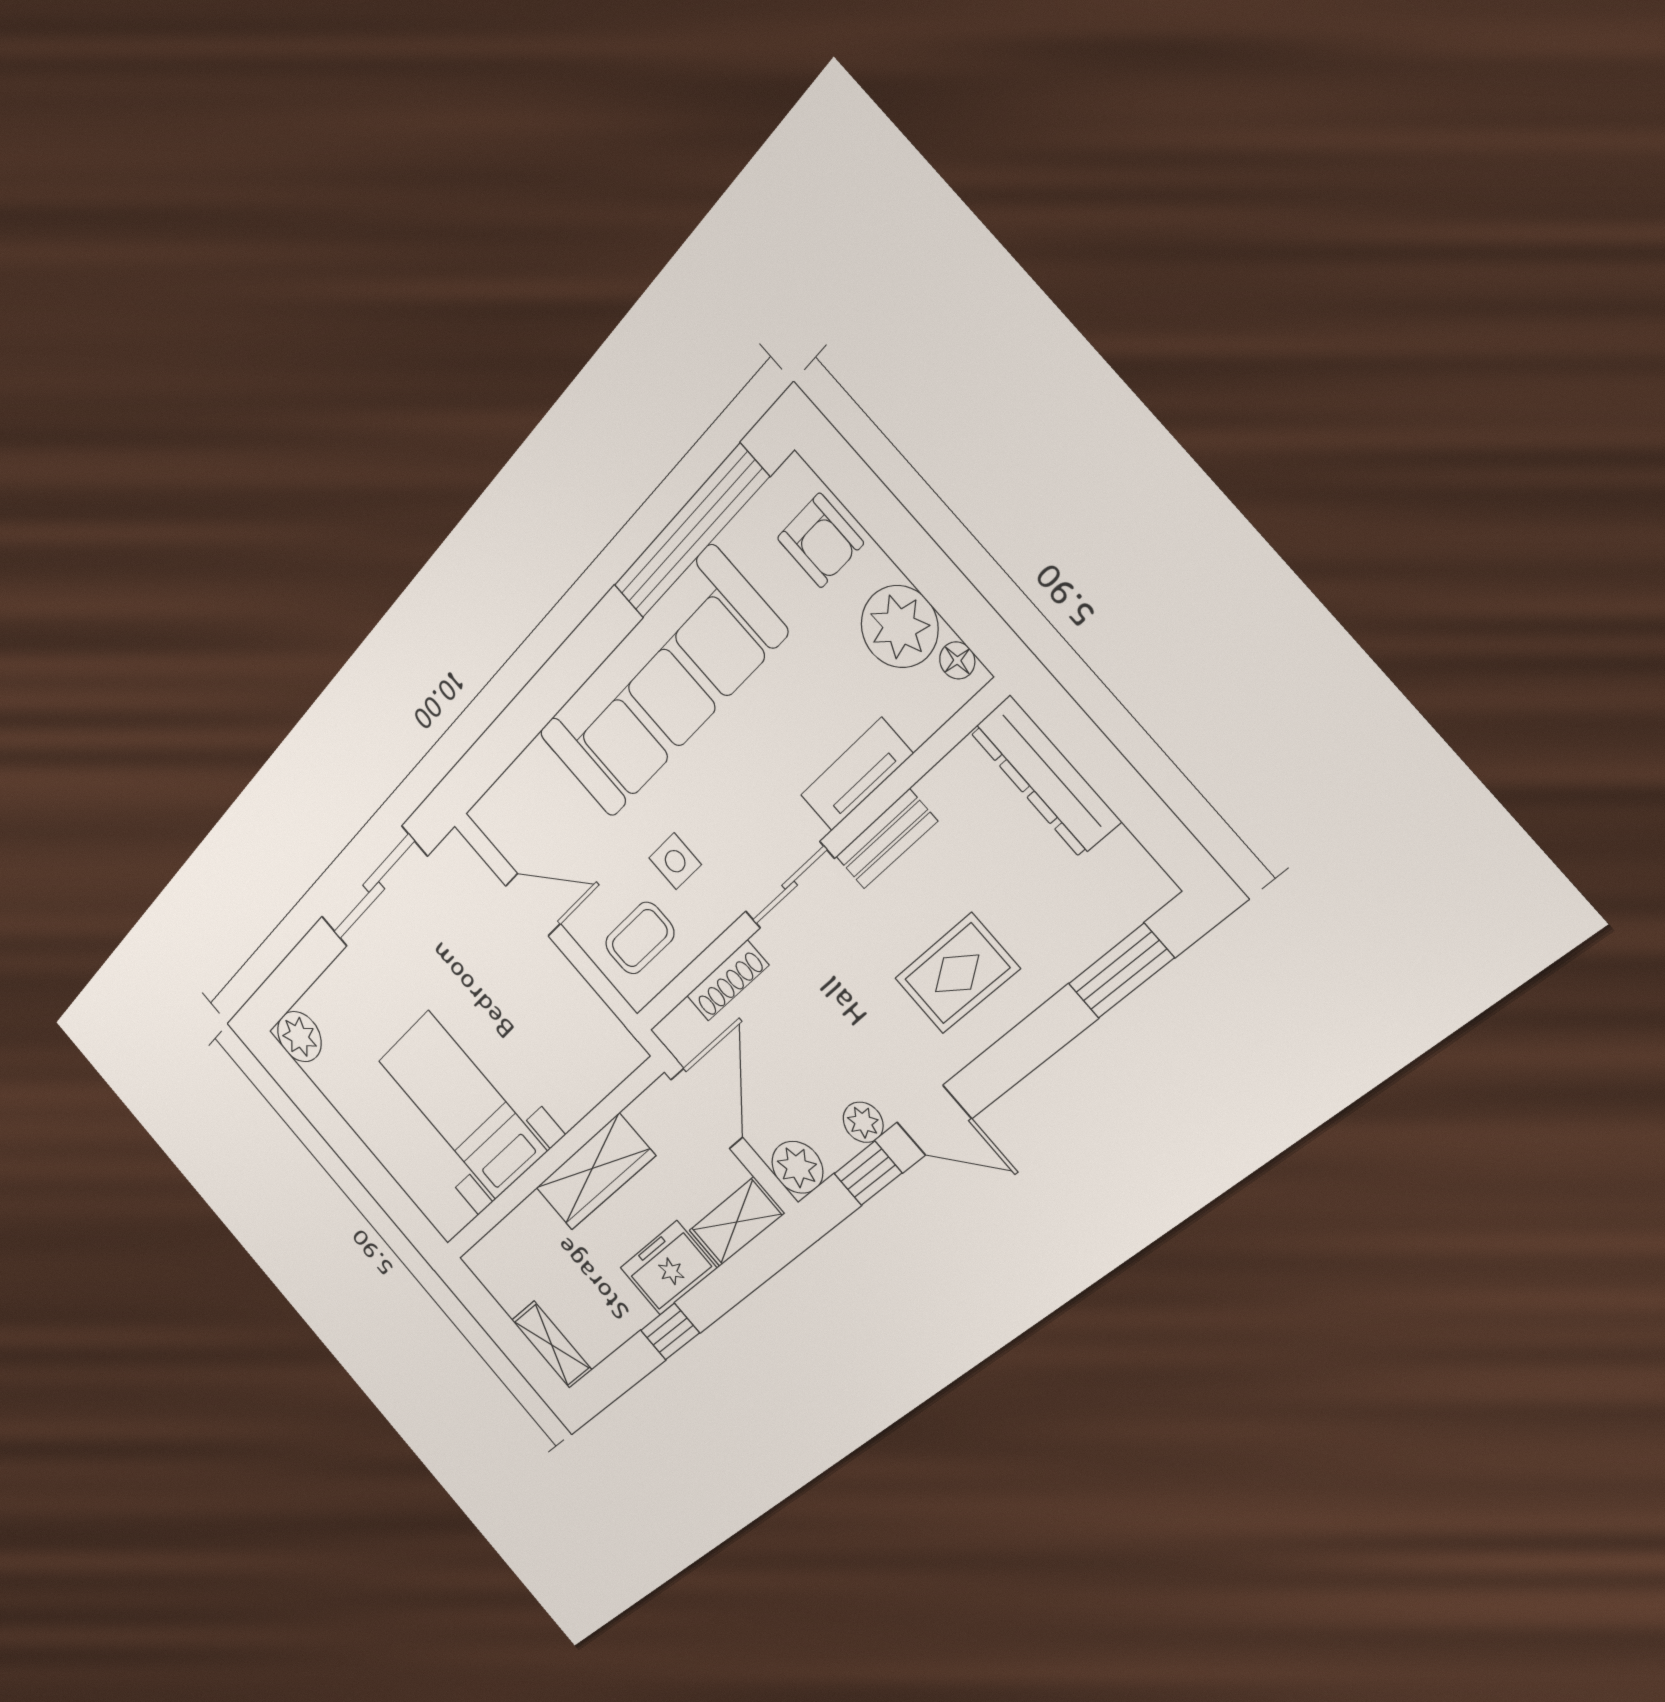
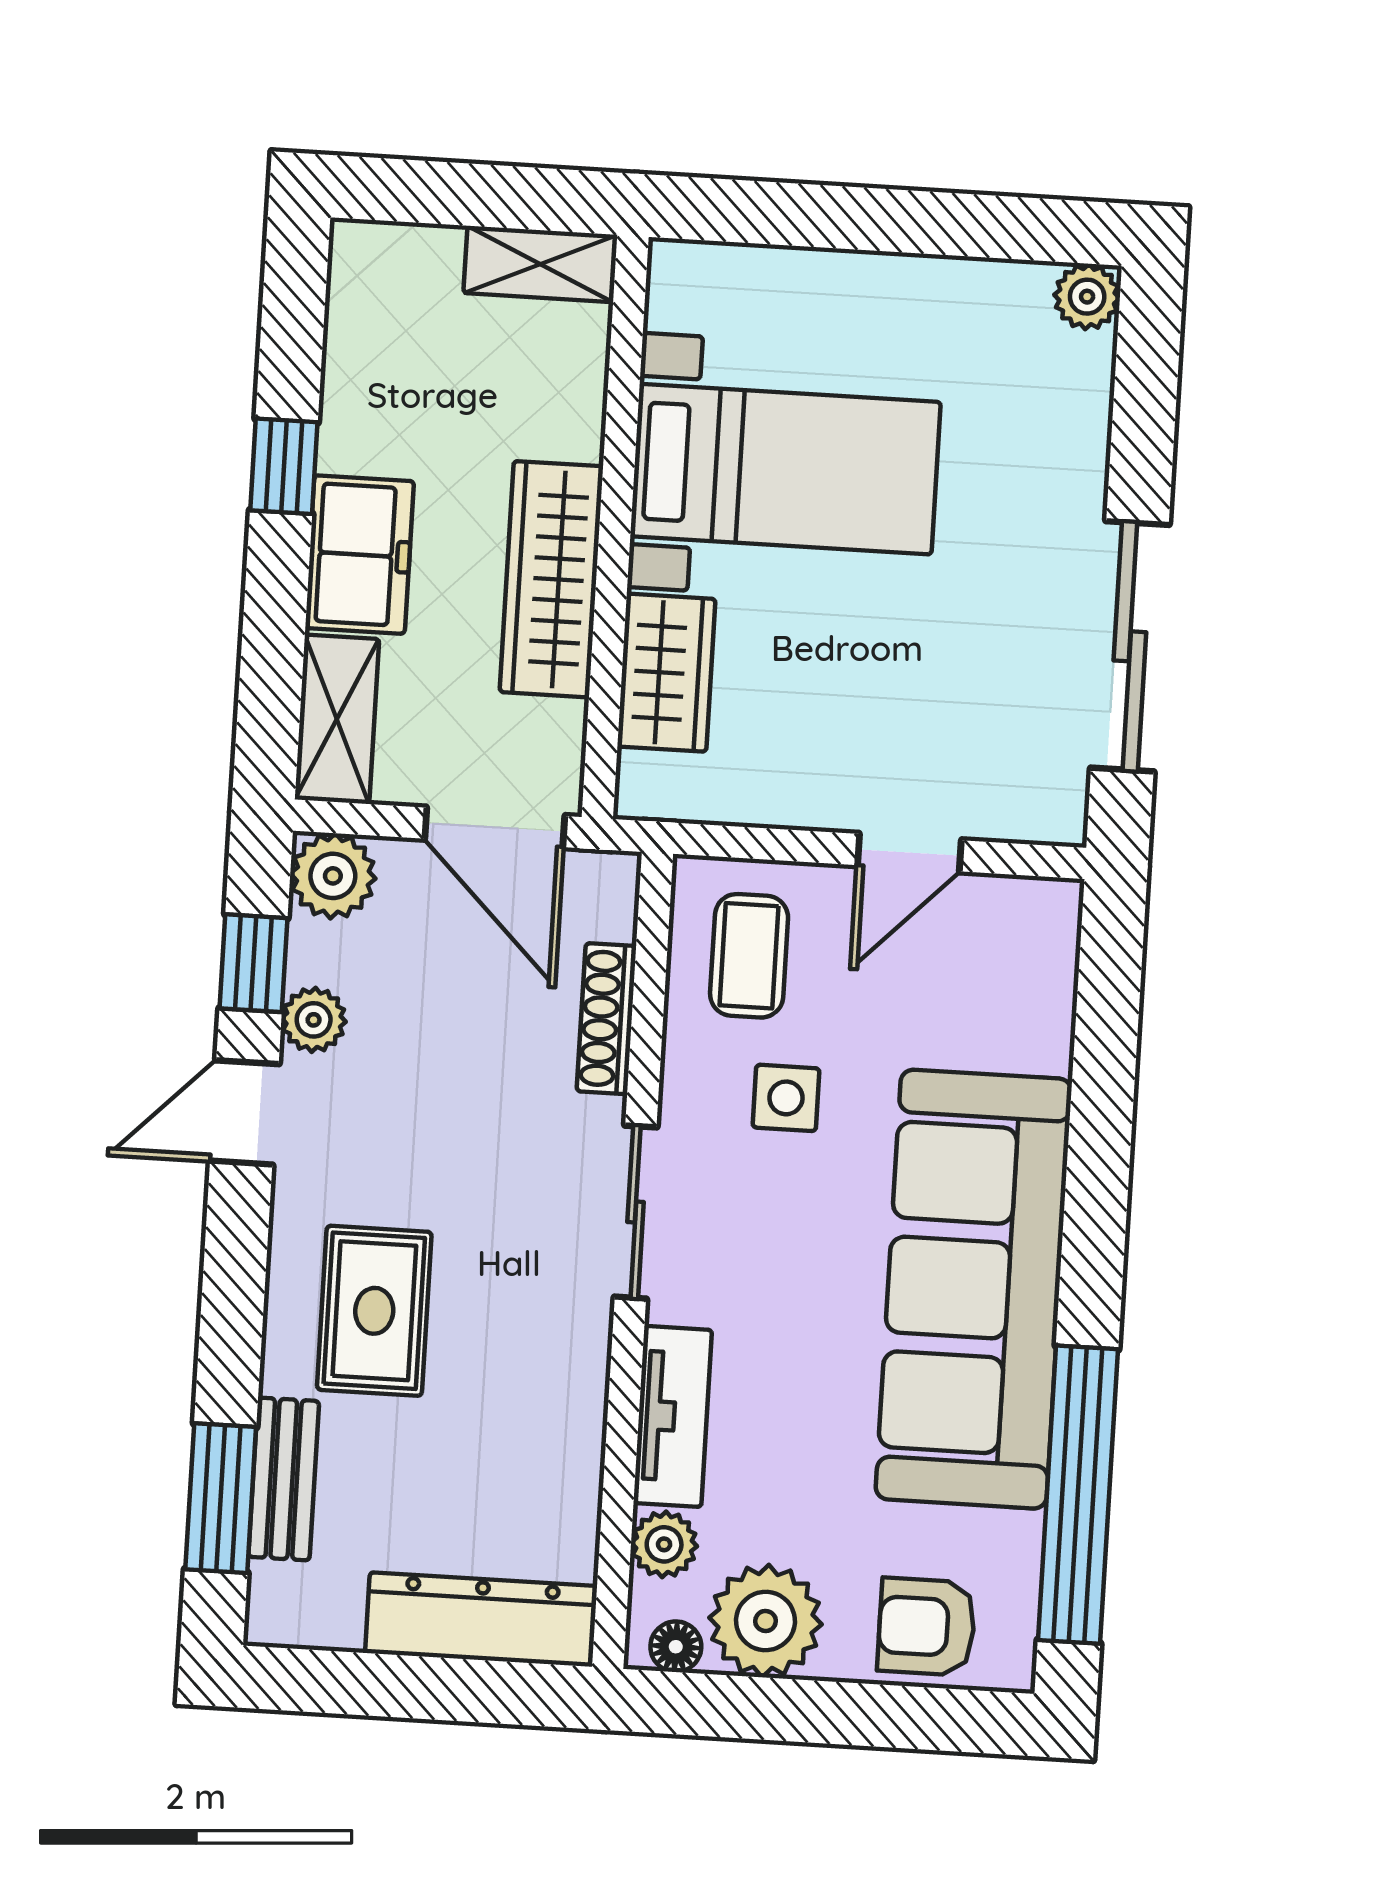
plant: (917, 718) -> (664, 1544), added
bench: (886, 839) -> (284, 1479), moved
plant: (299, 1037) -> (1087, 297), width x0.73, depth x0.73
wardrobe: (578, 1086) -> (666, 673), added
shelving: (552, 1345) -> (540, 264), moved

